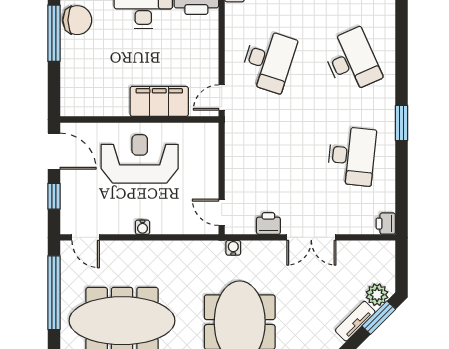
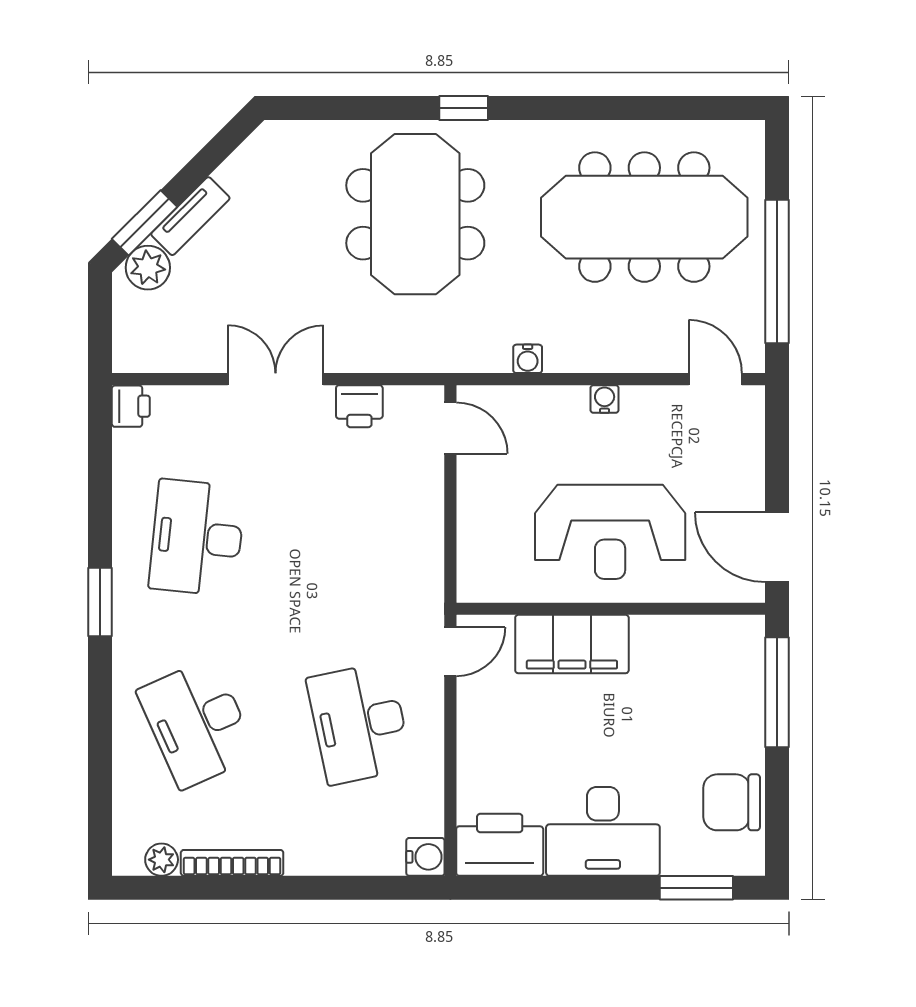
window: (54, 33) -> (777, 692), moved
desk: (268, 61) -> (359, 723), turned -30
window: (54, 196) -> (777, 459), removed
water cooler: (233, 248) -> (528, 359), moved

